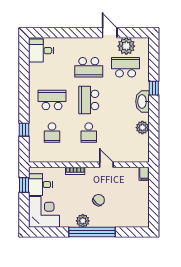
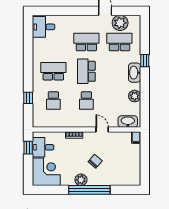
school desk: (89, 67) -> (86, 42), turned 180
washbasin: (135, 156) -> (128, 122), added

